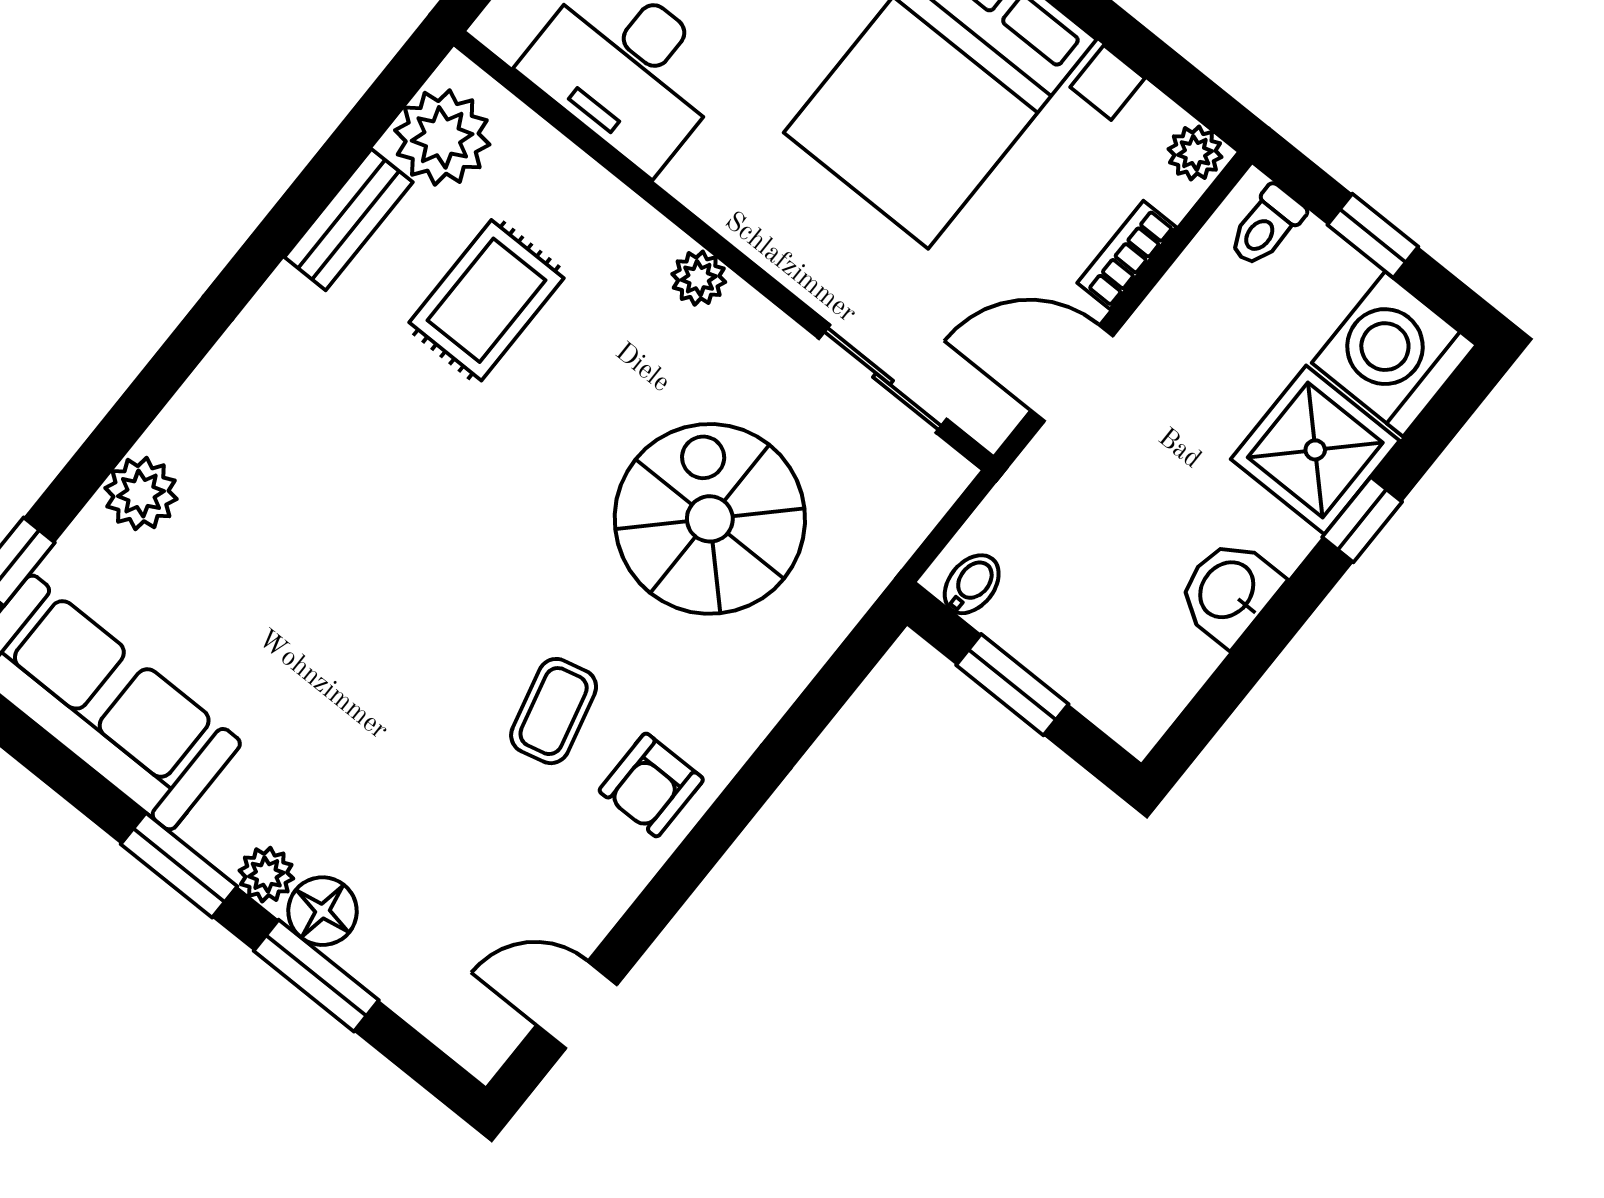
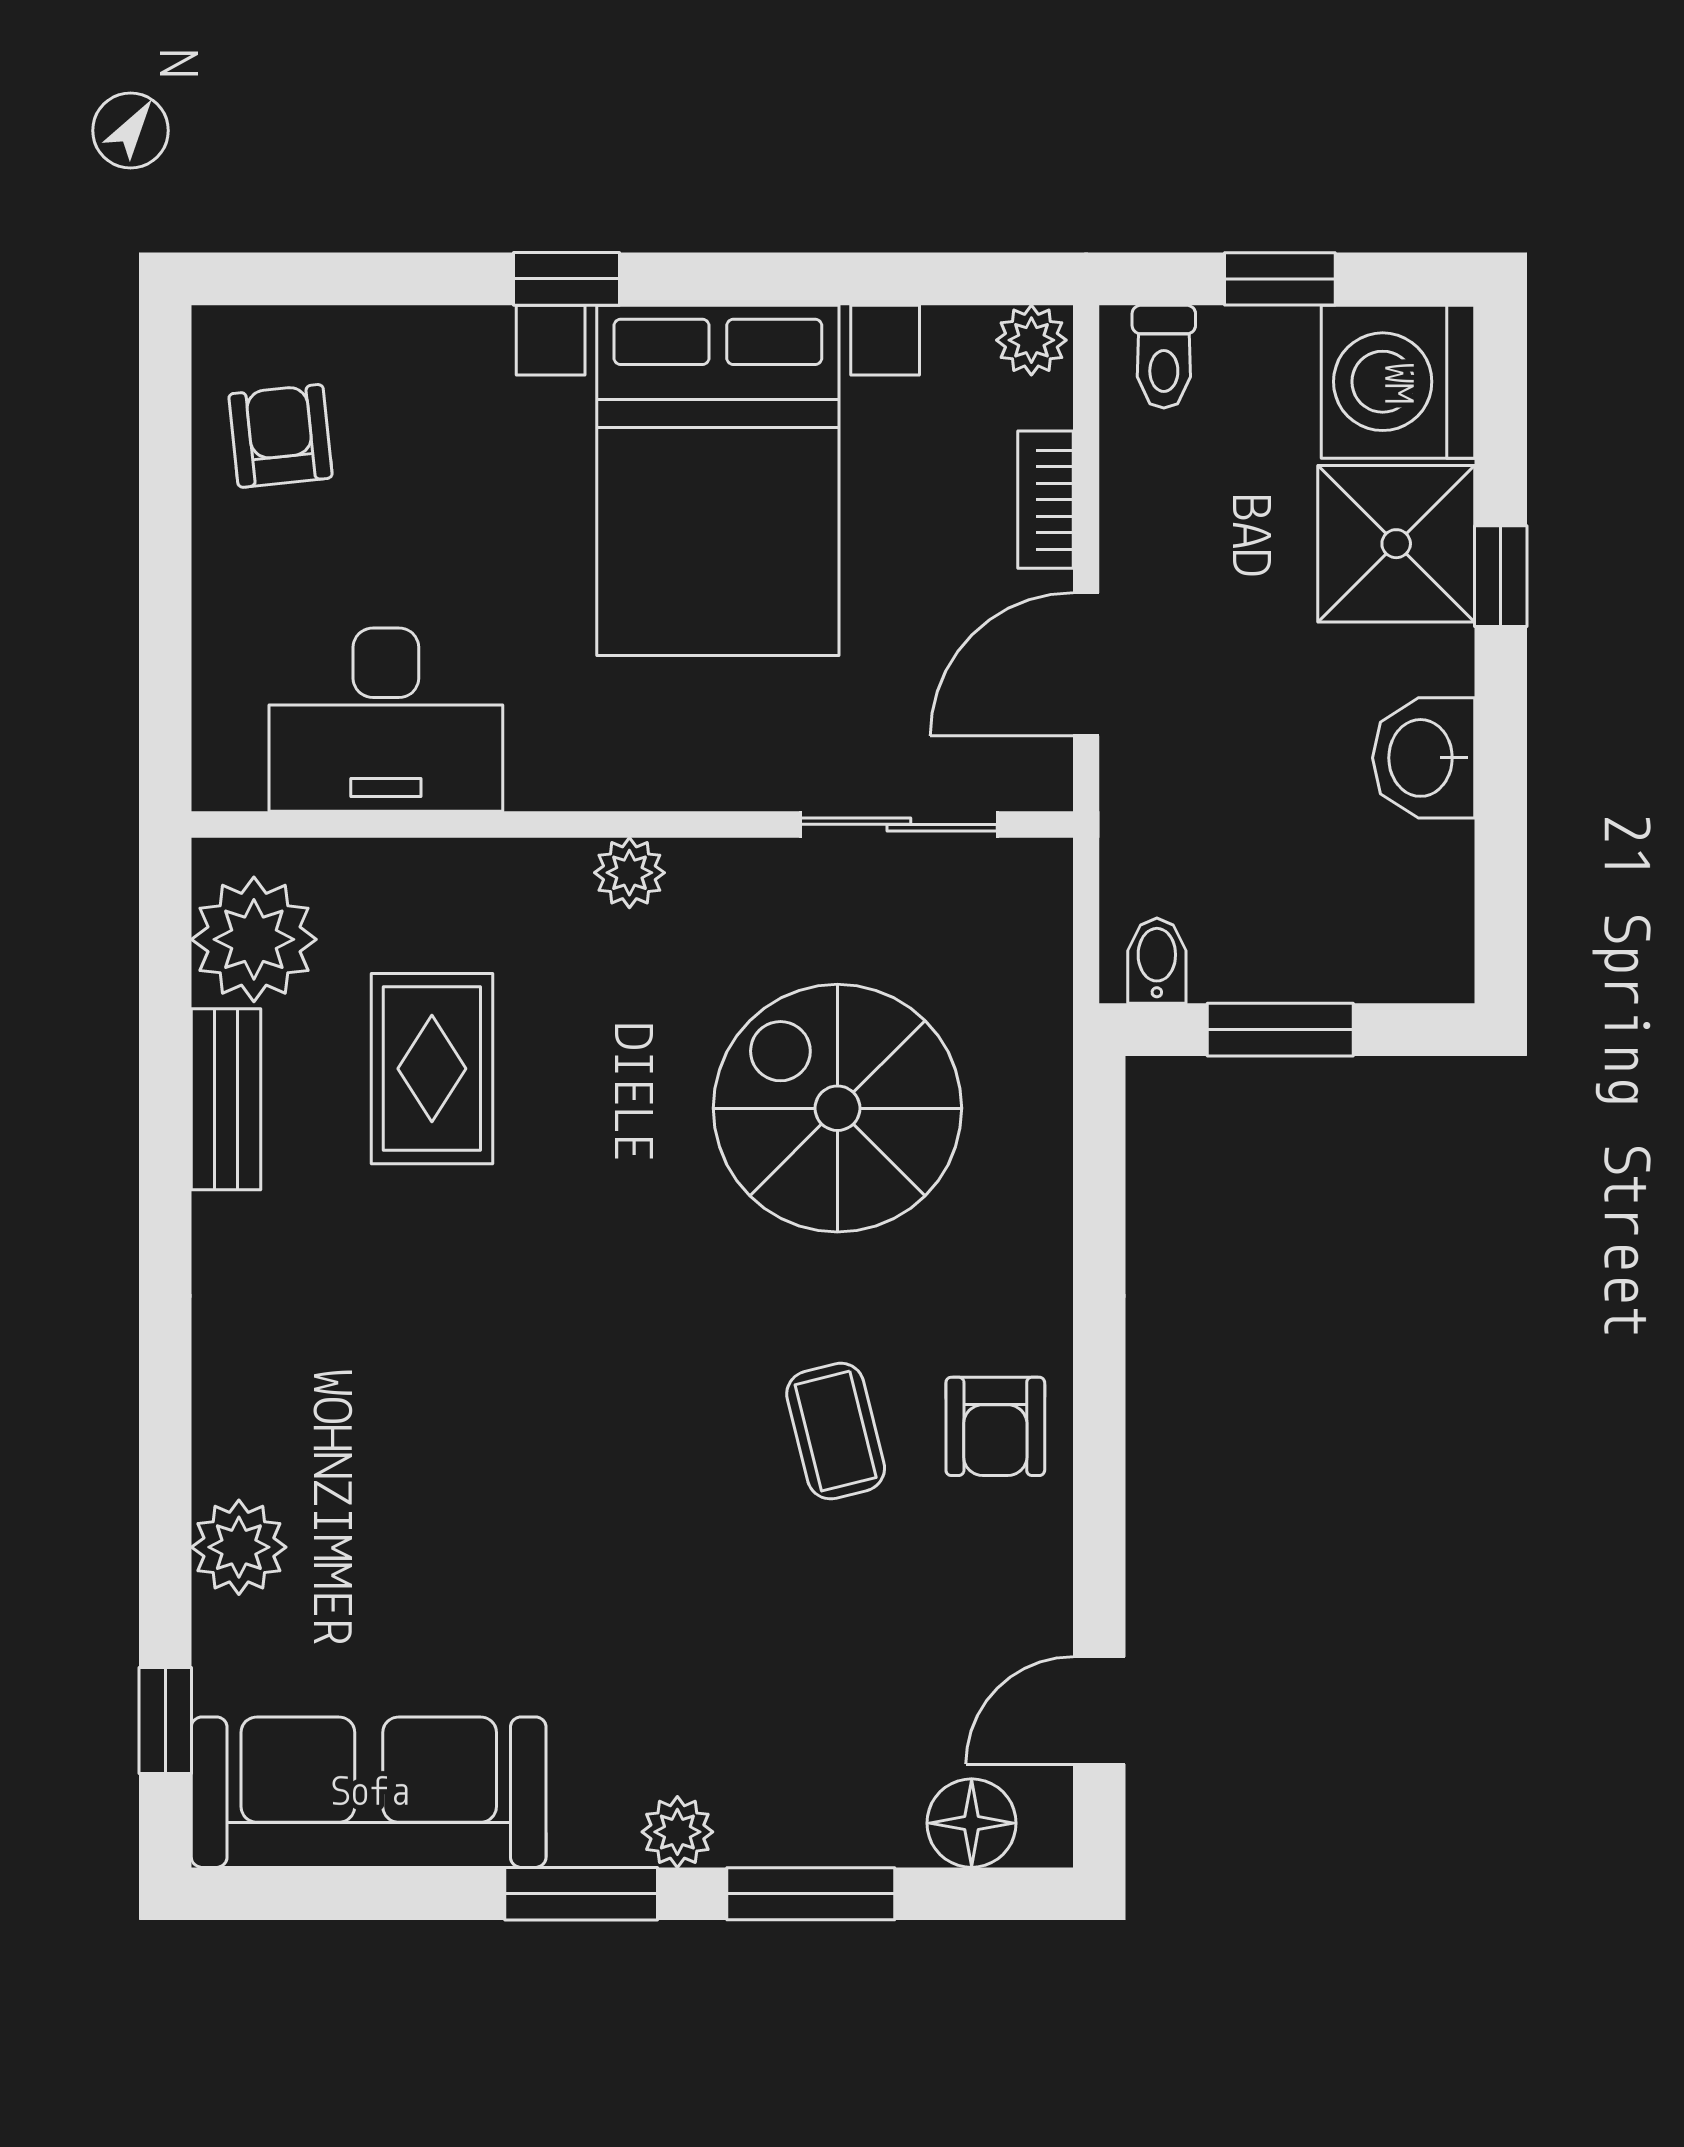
floor lamp: (322, 911) -> (972, 1823), moved

